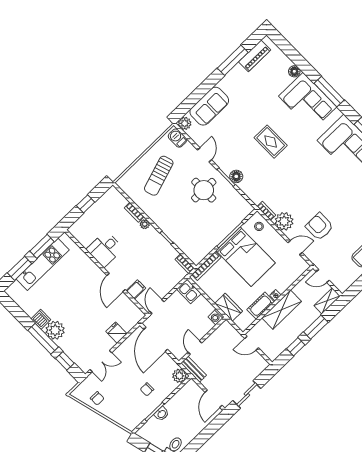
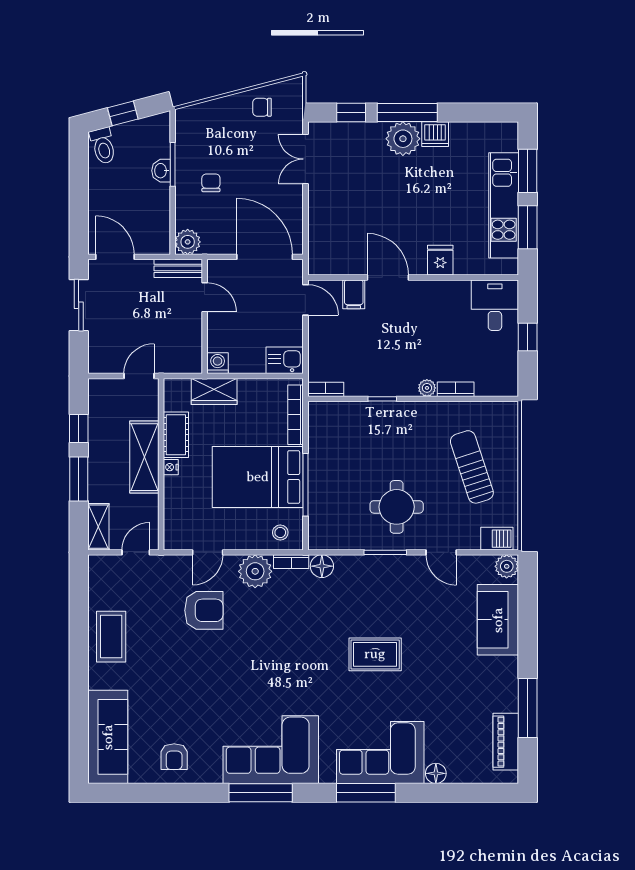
floor lamp: (236, 176) -> (322, 566), moved
desk: (105, 249) -> (495, 305), moved
fridge: (116, 333) -> (440, 260), moved, turned -90

